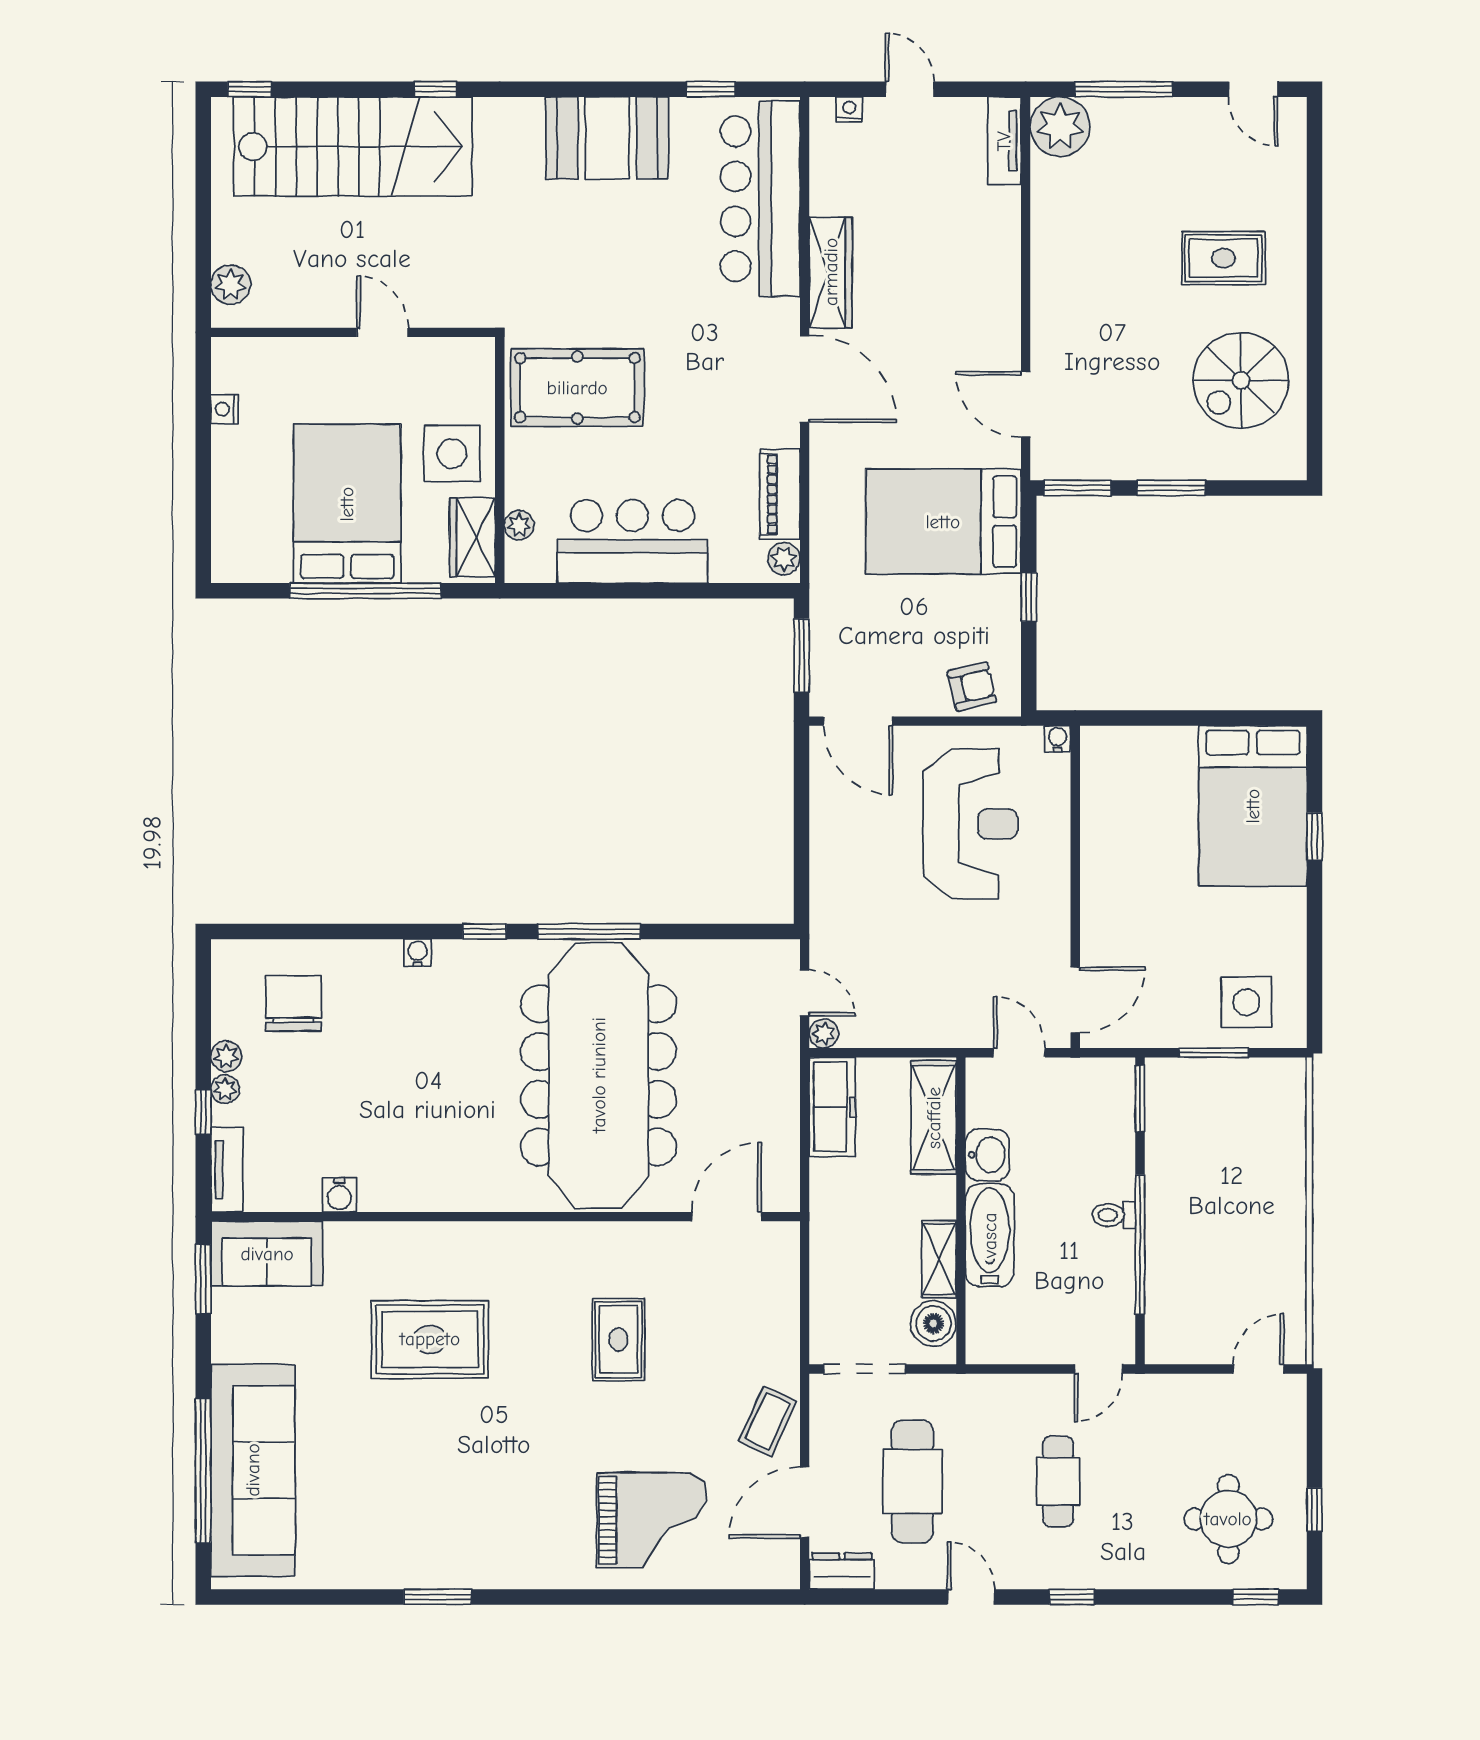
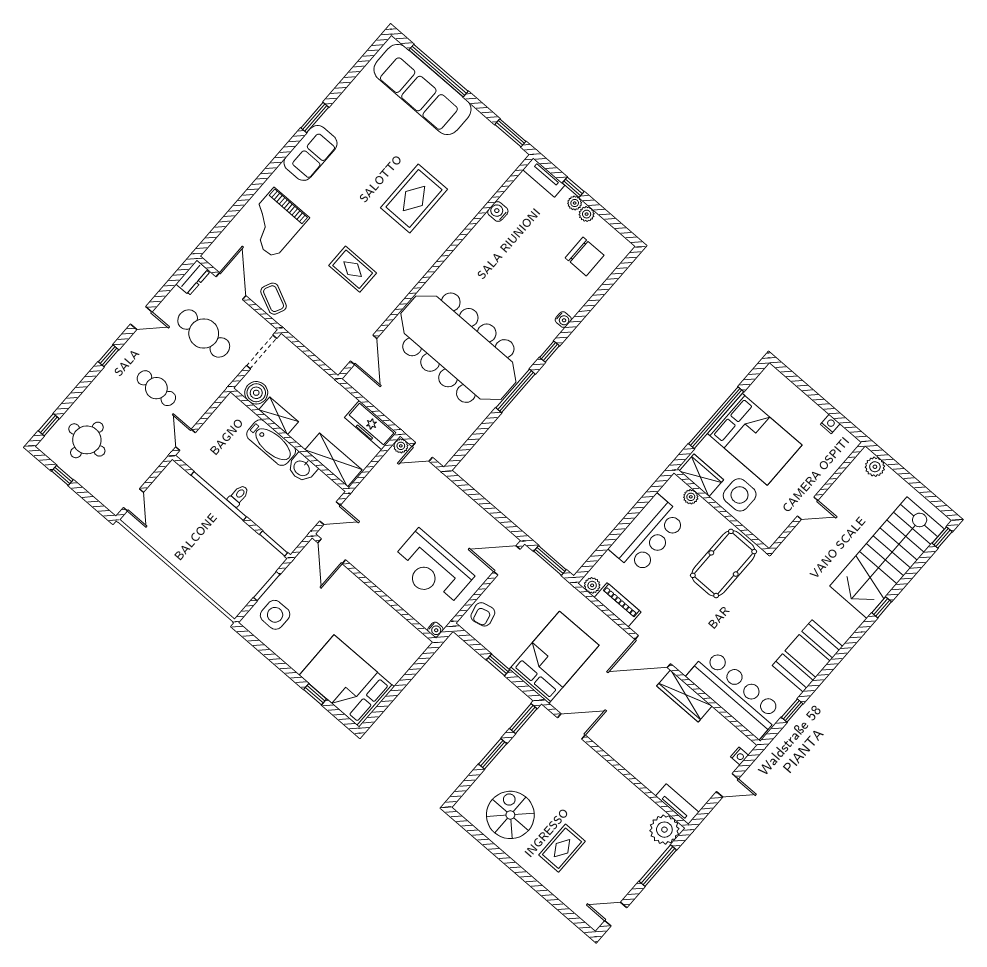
sofa: (267, 1254) -> (310, 153), moved, turned 180

